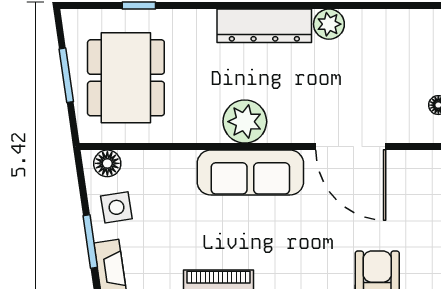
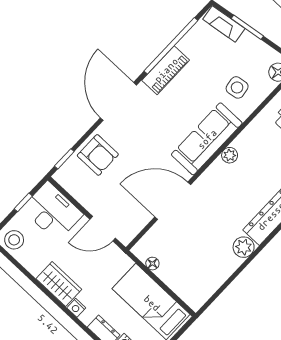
plant: (245, 122) -> (230, 155), width x0.53, depth x0.53
side table: (116, 207) -> (237, 87), moved

